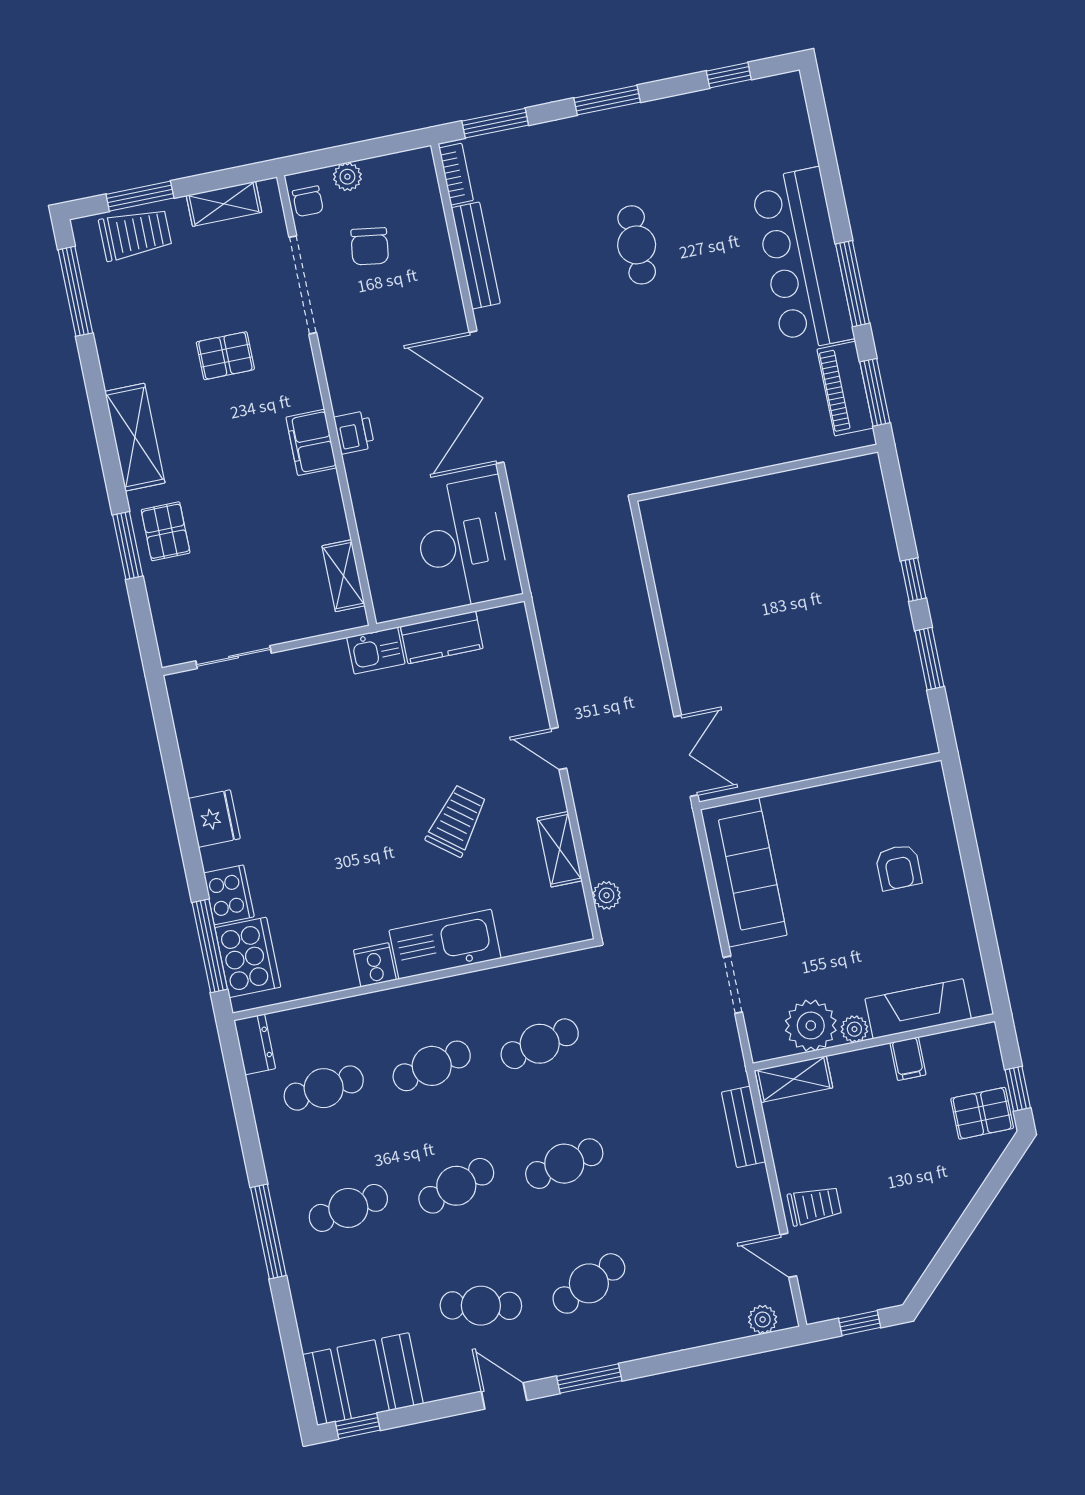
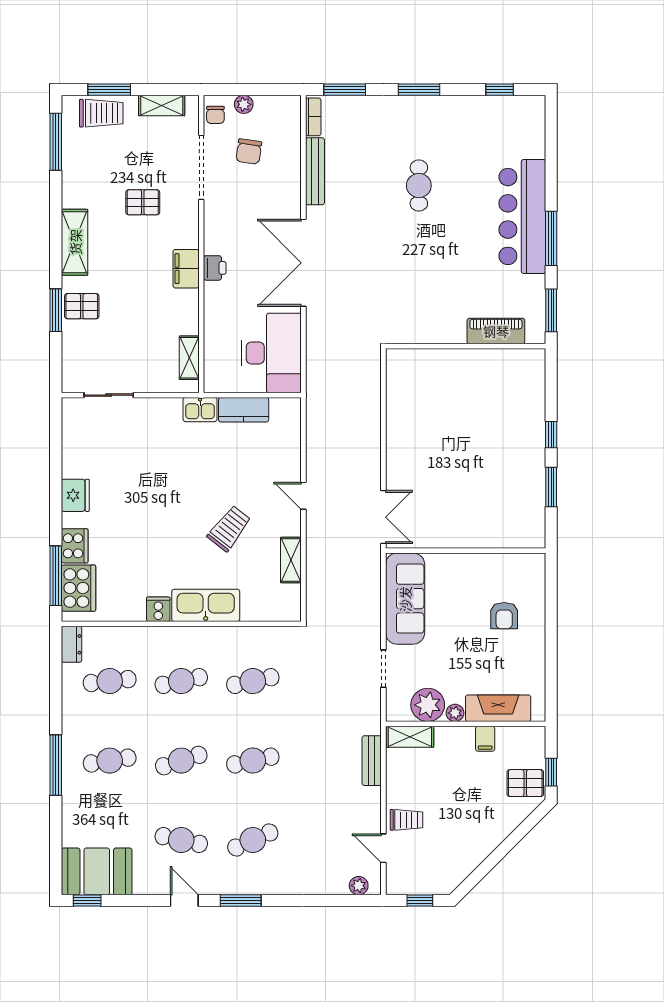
piano: (845, 389) -> (496, 331), moved, turned 90
pallet: (166, 531) -> (82, 306), turned 90
plant: (607, 895) -> (315, 595), removed

